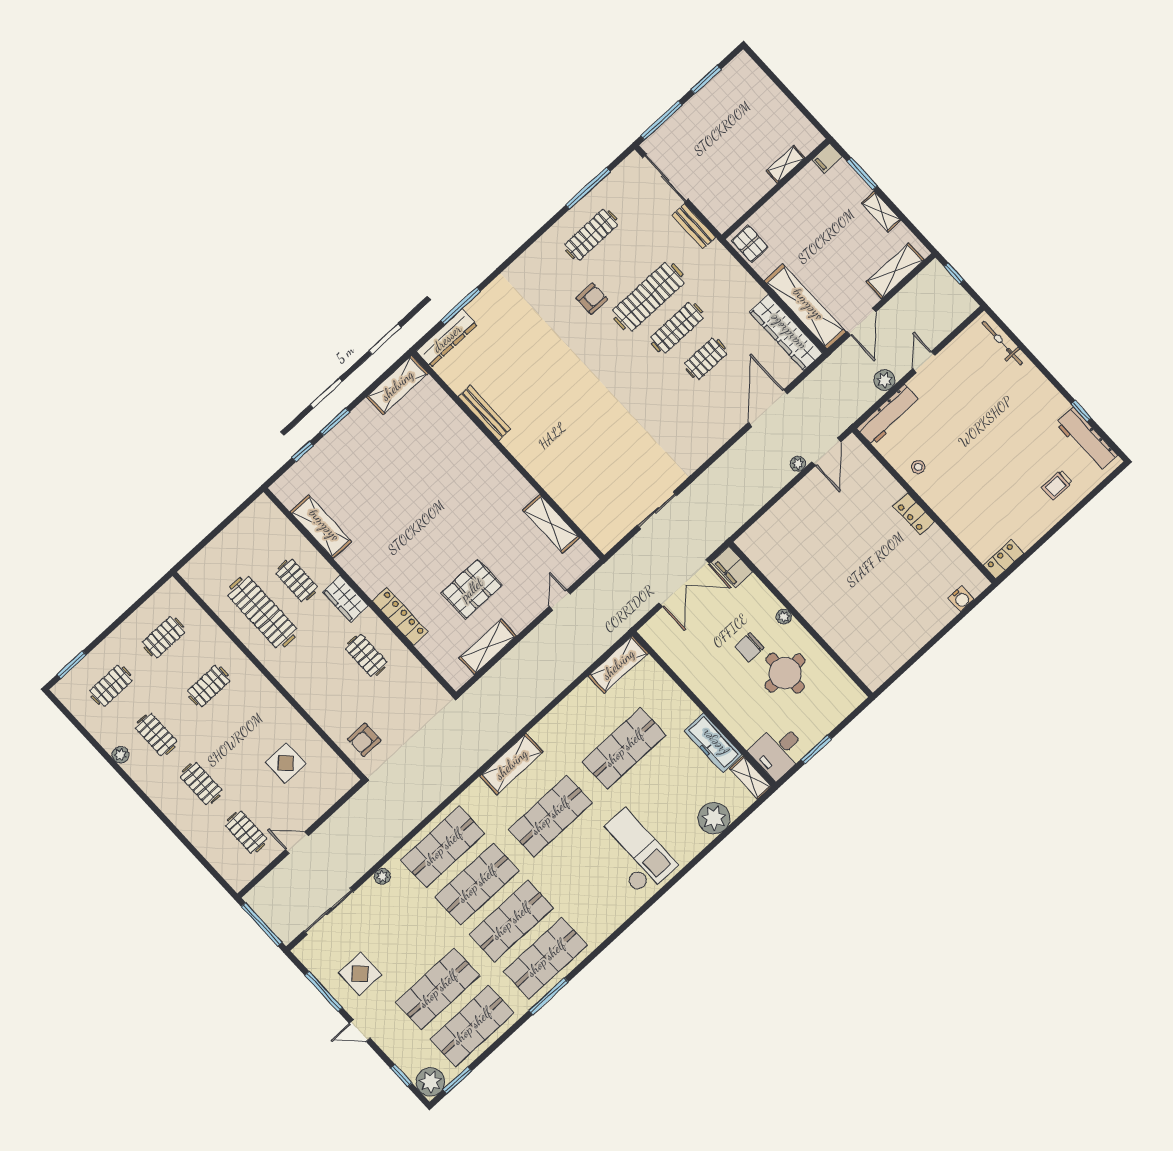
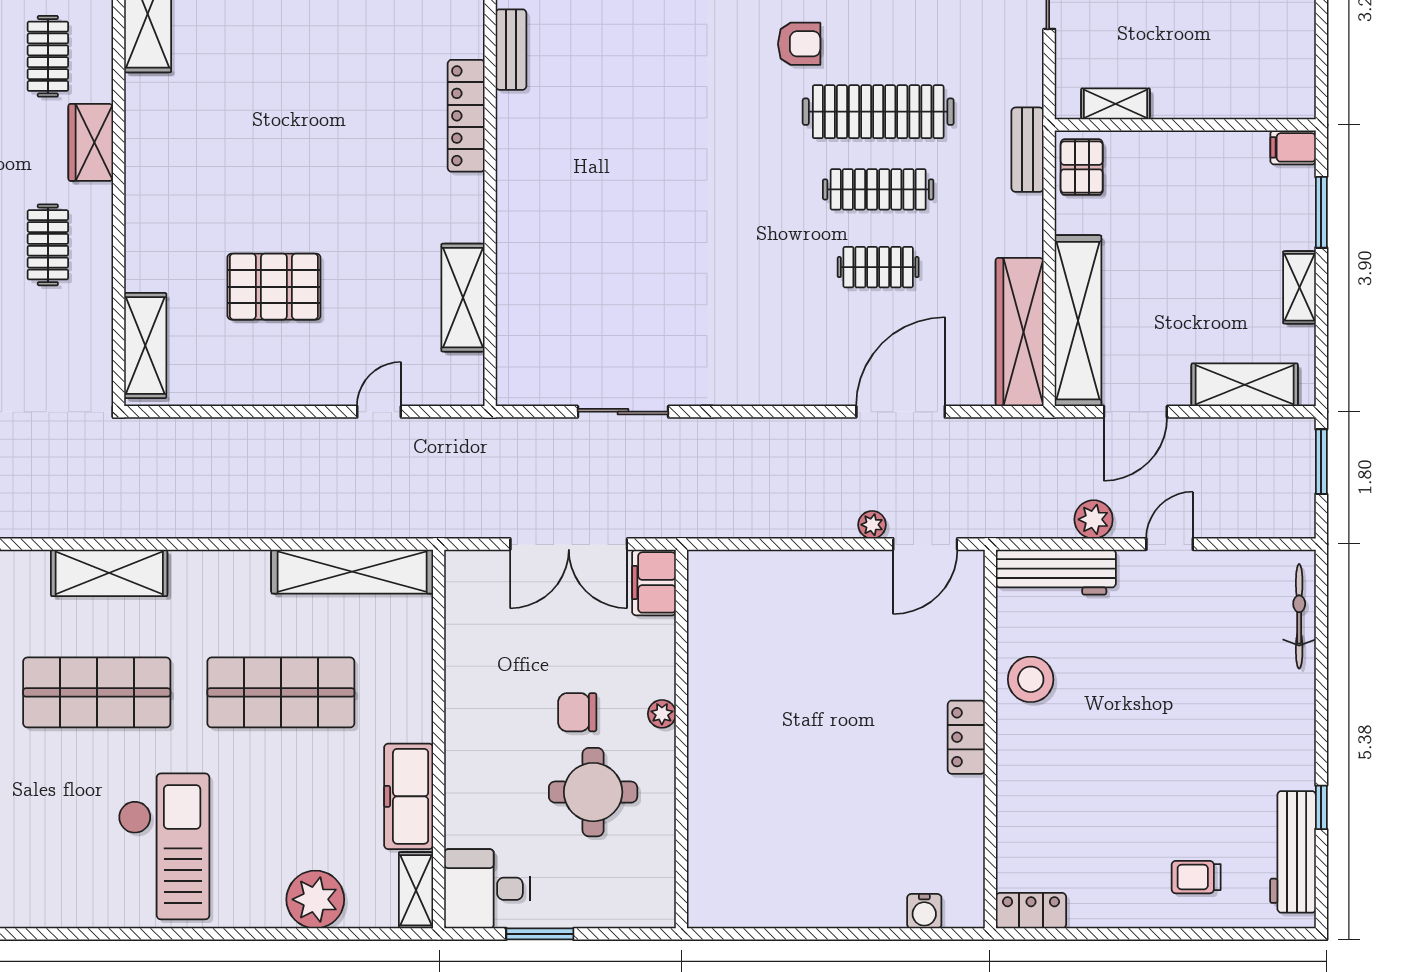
shelving: (786, 164) -> (1116, 104), moved
bench: (694, 226) -> (1028, 150), moved
window: (954, 273) -> (1321, 462), width x1.50
bench: (484, 413) -> (511, 50), width x0.73
stool: (918, 467) -> (1031, 679), width x1.89, depth x1.89
locker: (400, 616) -> (466, 116), moved, turned 180
shelving: (488, 647) -> (145, 346), moved, turned 90
shelving: (618, 664) -> (352, 572), width x1.47

